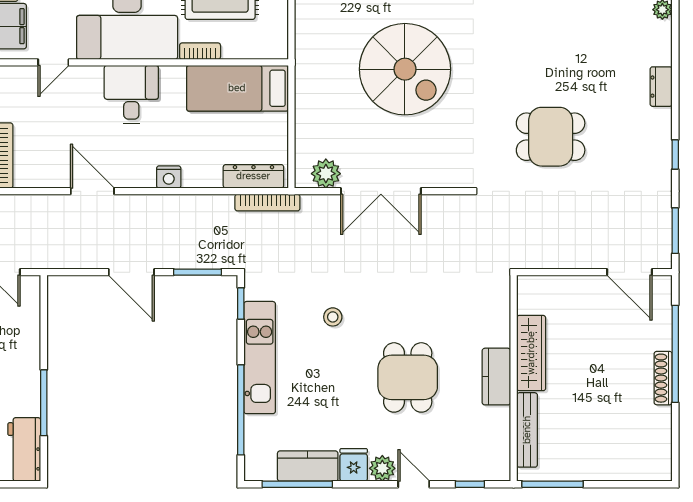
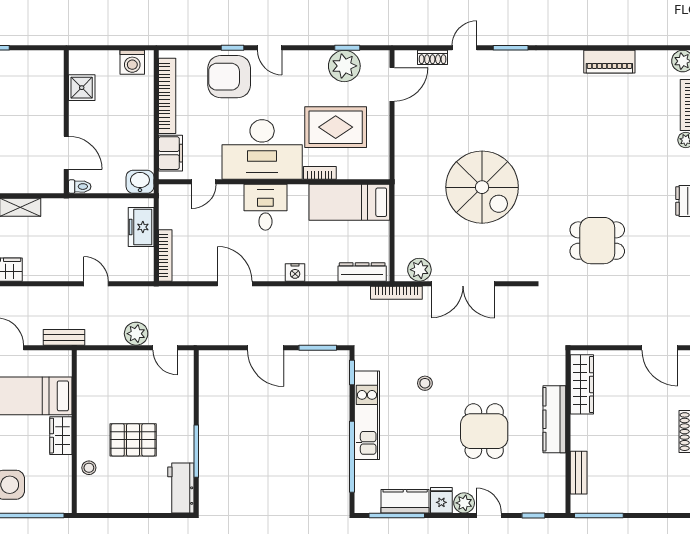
bookcase: (267, 203) -> (396, 293), moved
wardrobe: (531, 353) -> (582, 384), moved
kitchen counter: (496, 377) -> (554, 419), width x1.50
bench: (527, 430) -> (579, 473), width x0.73

